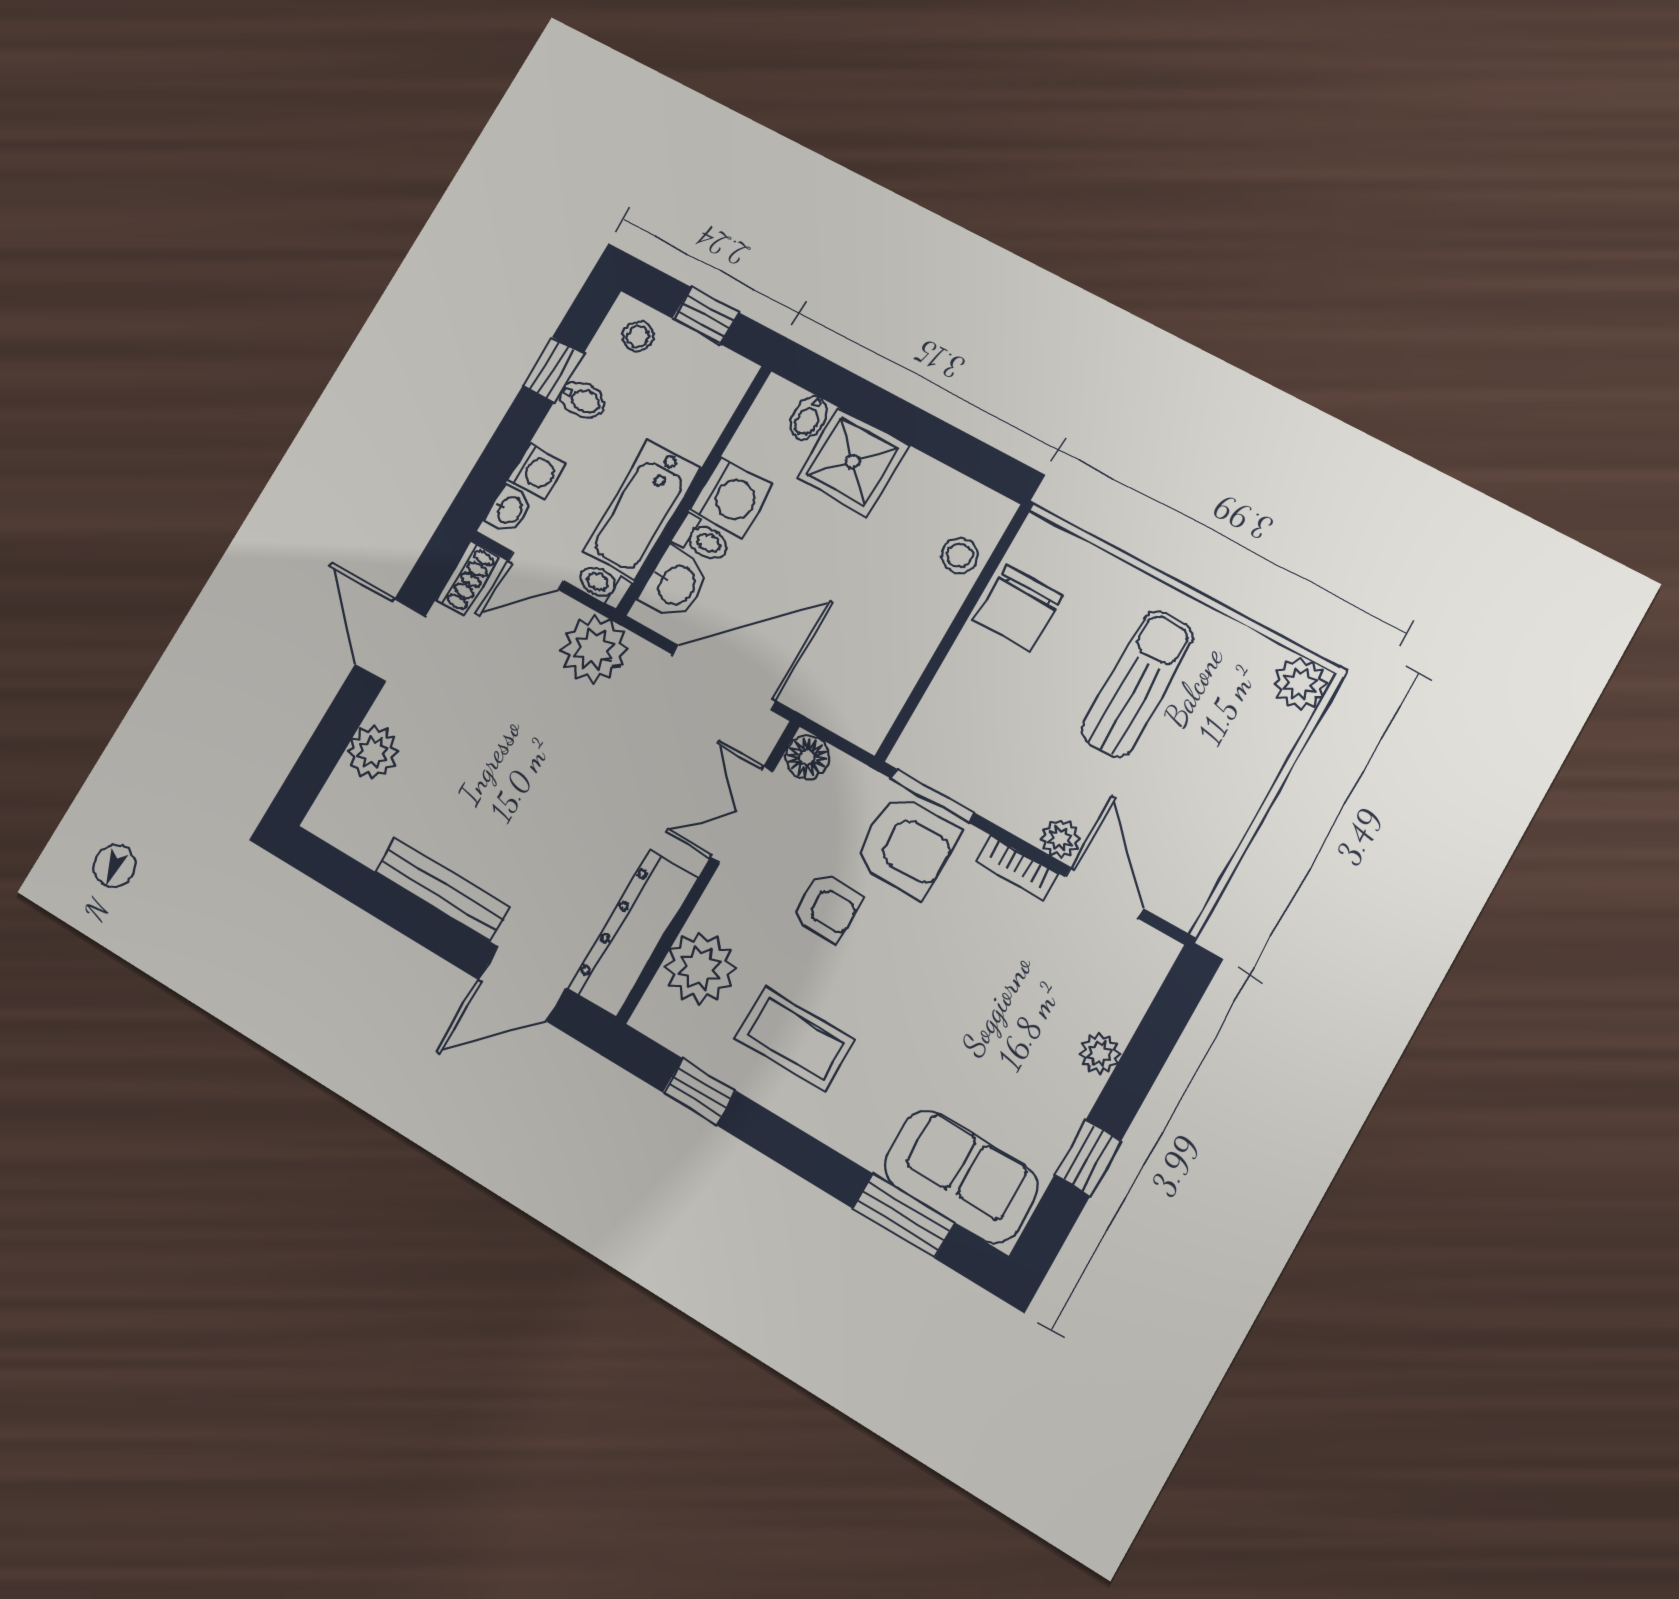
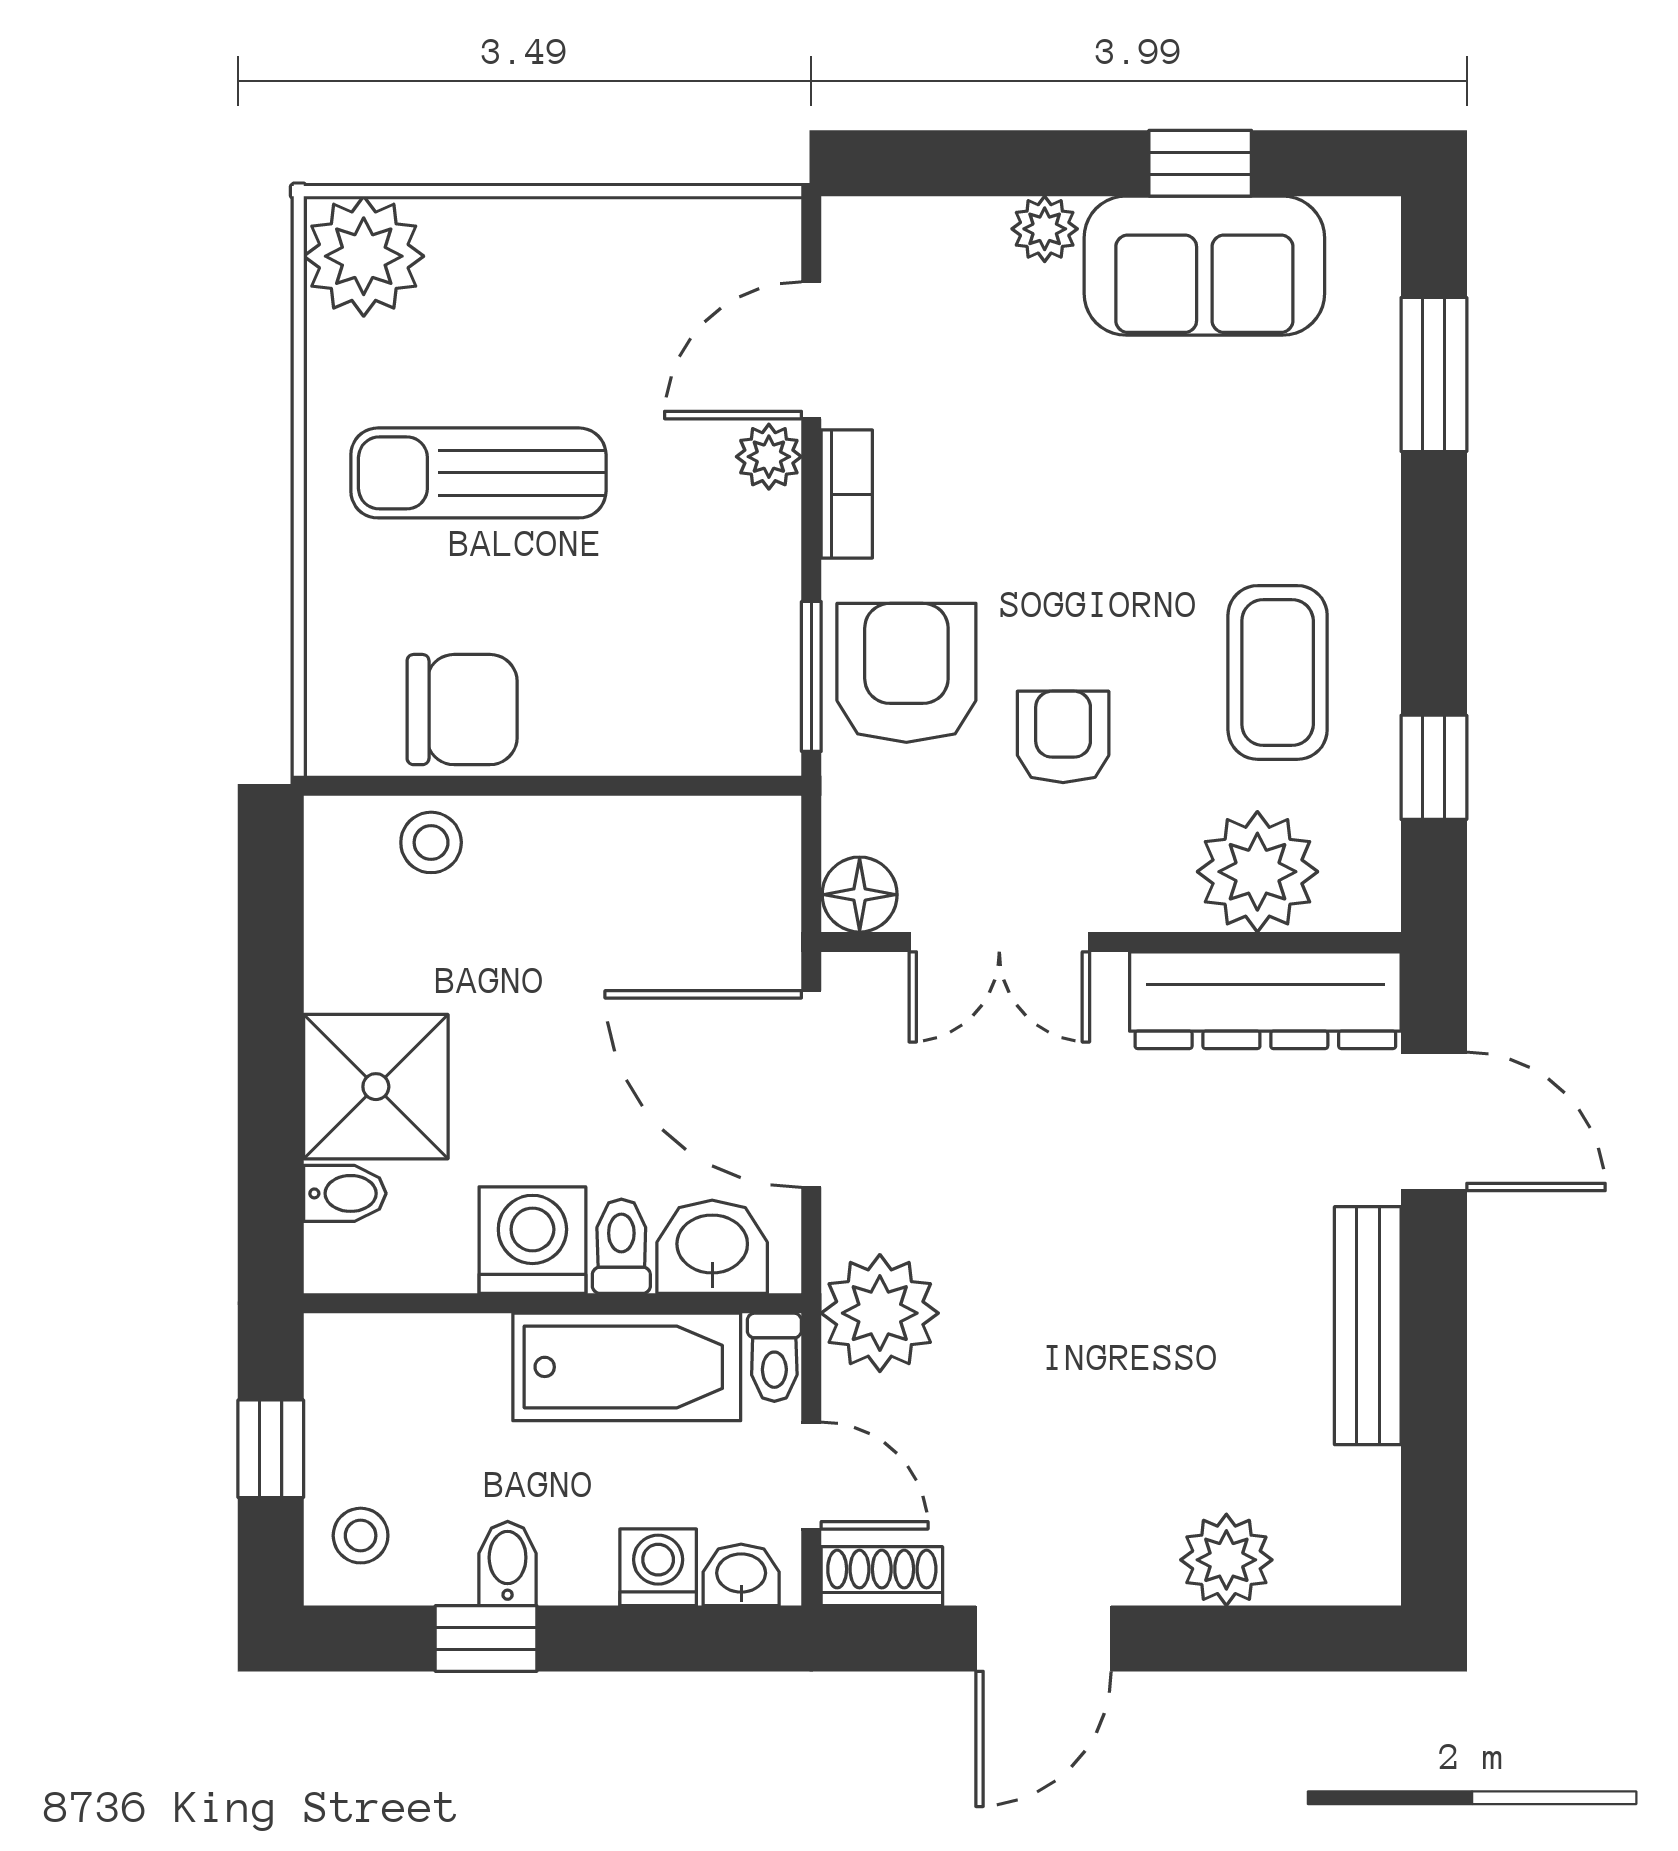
plant: (1300, 684) -> (364, 256), width x1.36, depth x1.36
sofa: (961, 1177) -> (1204, 266), moved, turned -90

